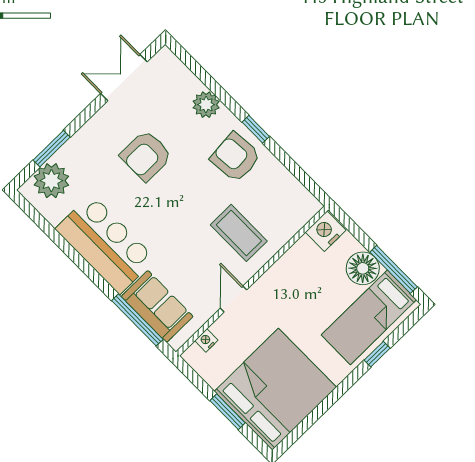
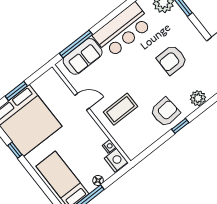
armchair: (146, 156) -> (172, 60), turned -90
floor lamp: (363, 268) -> (98, 180), width x0.53, depth x0.53
nightstand: (206, 340) -> (109, 146), moved
window: (377, 354) -> (15, 150), moved

